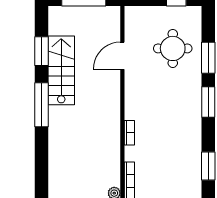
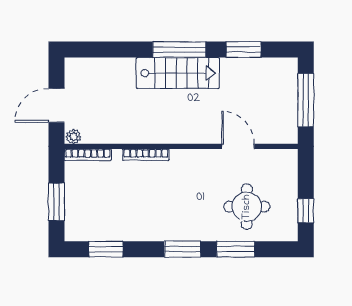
stairs: (61, 70) -> (178, 73), moved
bookcase: (129, 133) -> (146, 155), width x1.56

